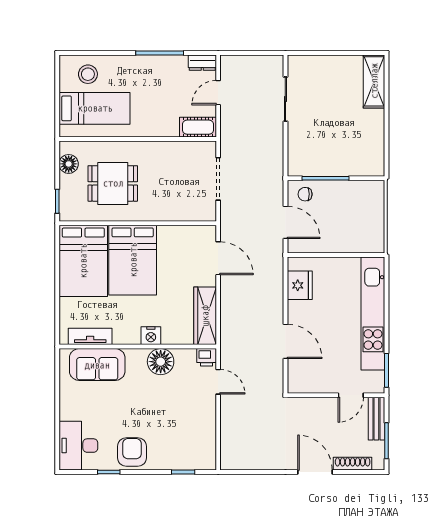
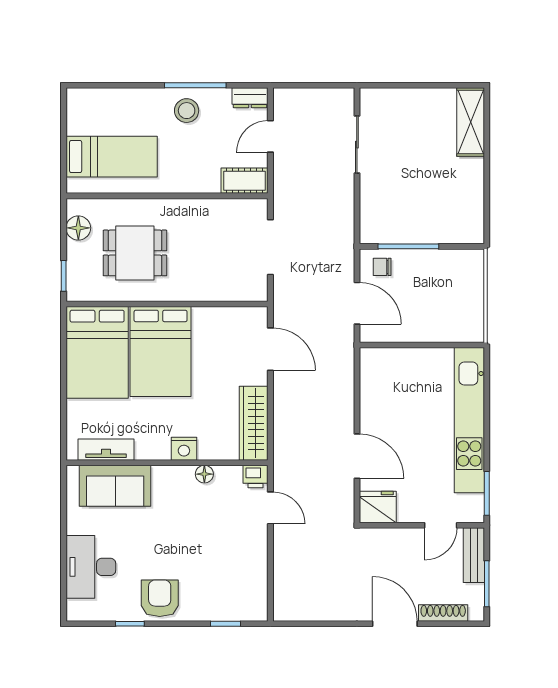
stool: (88, 74) -> (187, 111), moved
fridge: (300, 285) -> (378, 507), moved, turned -90
floor lamp: (161, 362) -> (204, 474), width x0.53, depth x0.53
desk: (78, 446) -> (91, 567), moved

